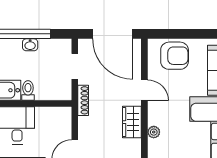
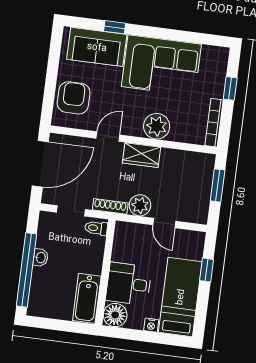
toilet: (28, 90) -> (96, 228), moved
plant: (87, 126) -> (140, 205), added
plant: (154, 132) -> (157, 126), width x1.88, depth x1.88

